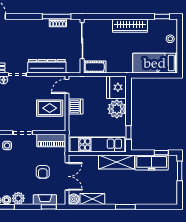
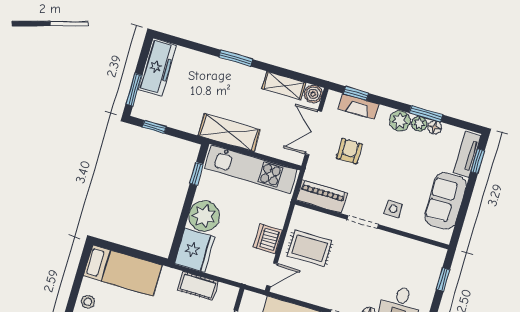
cot: (95, 67) -> (198, 286), moved
freezer: (152, 163) -> (157, 67), moved, turned 90

